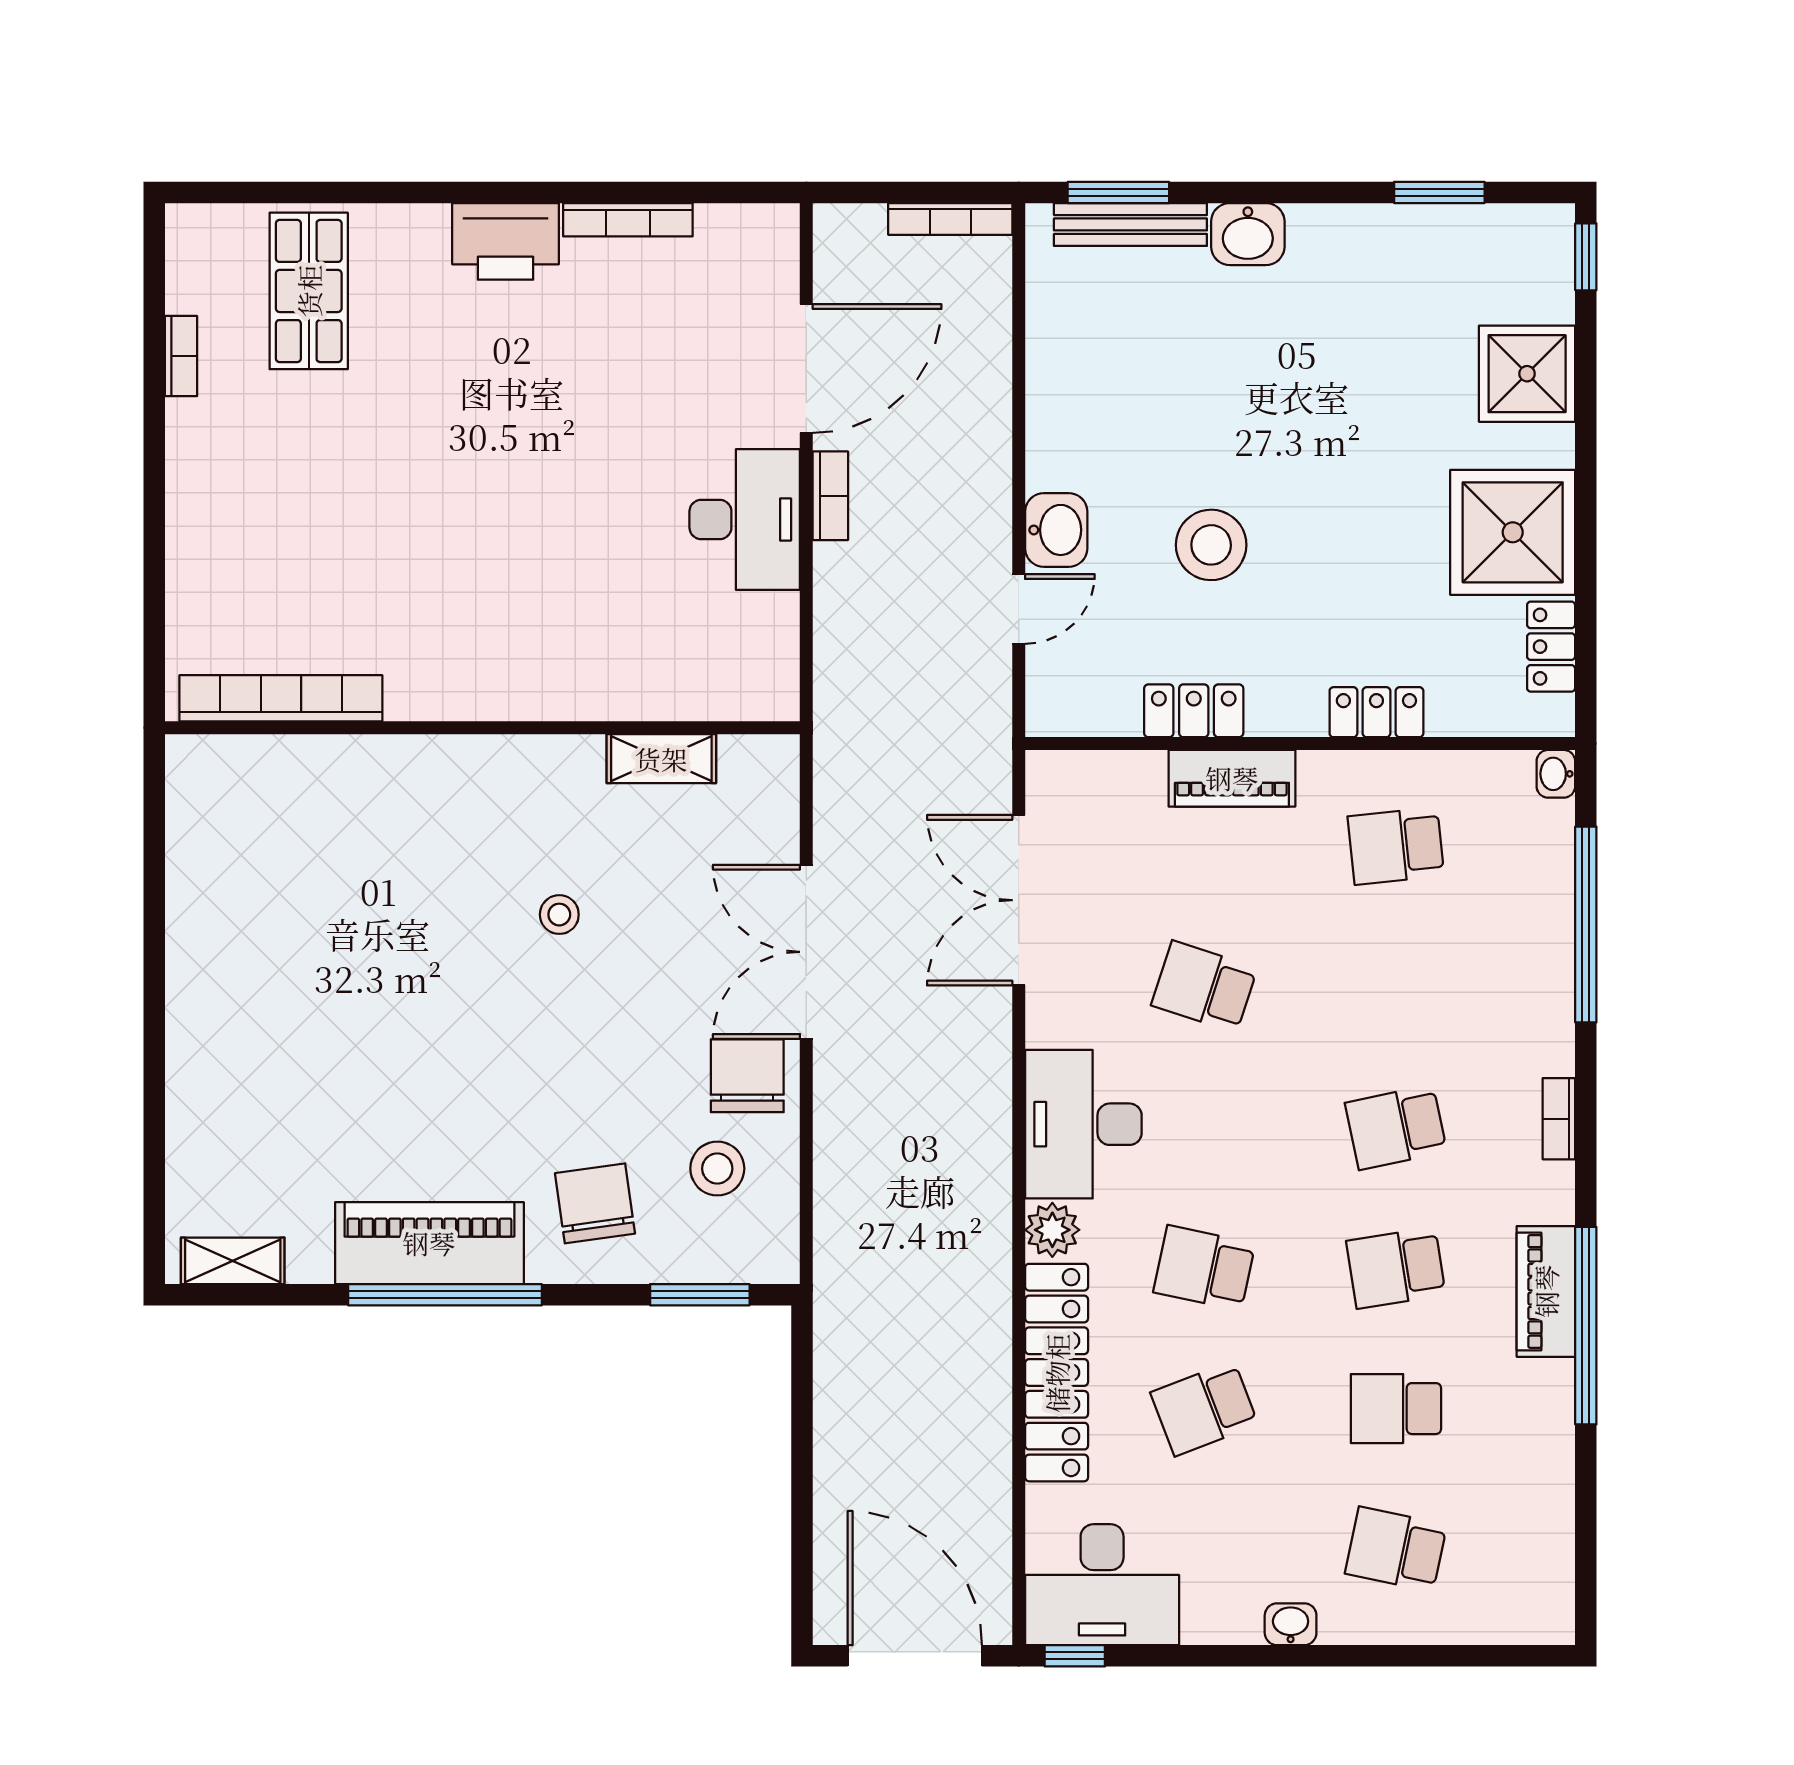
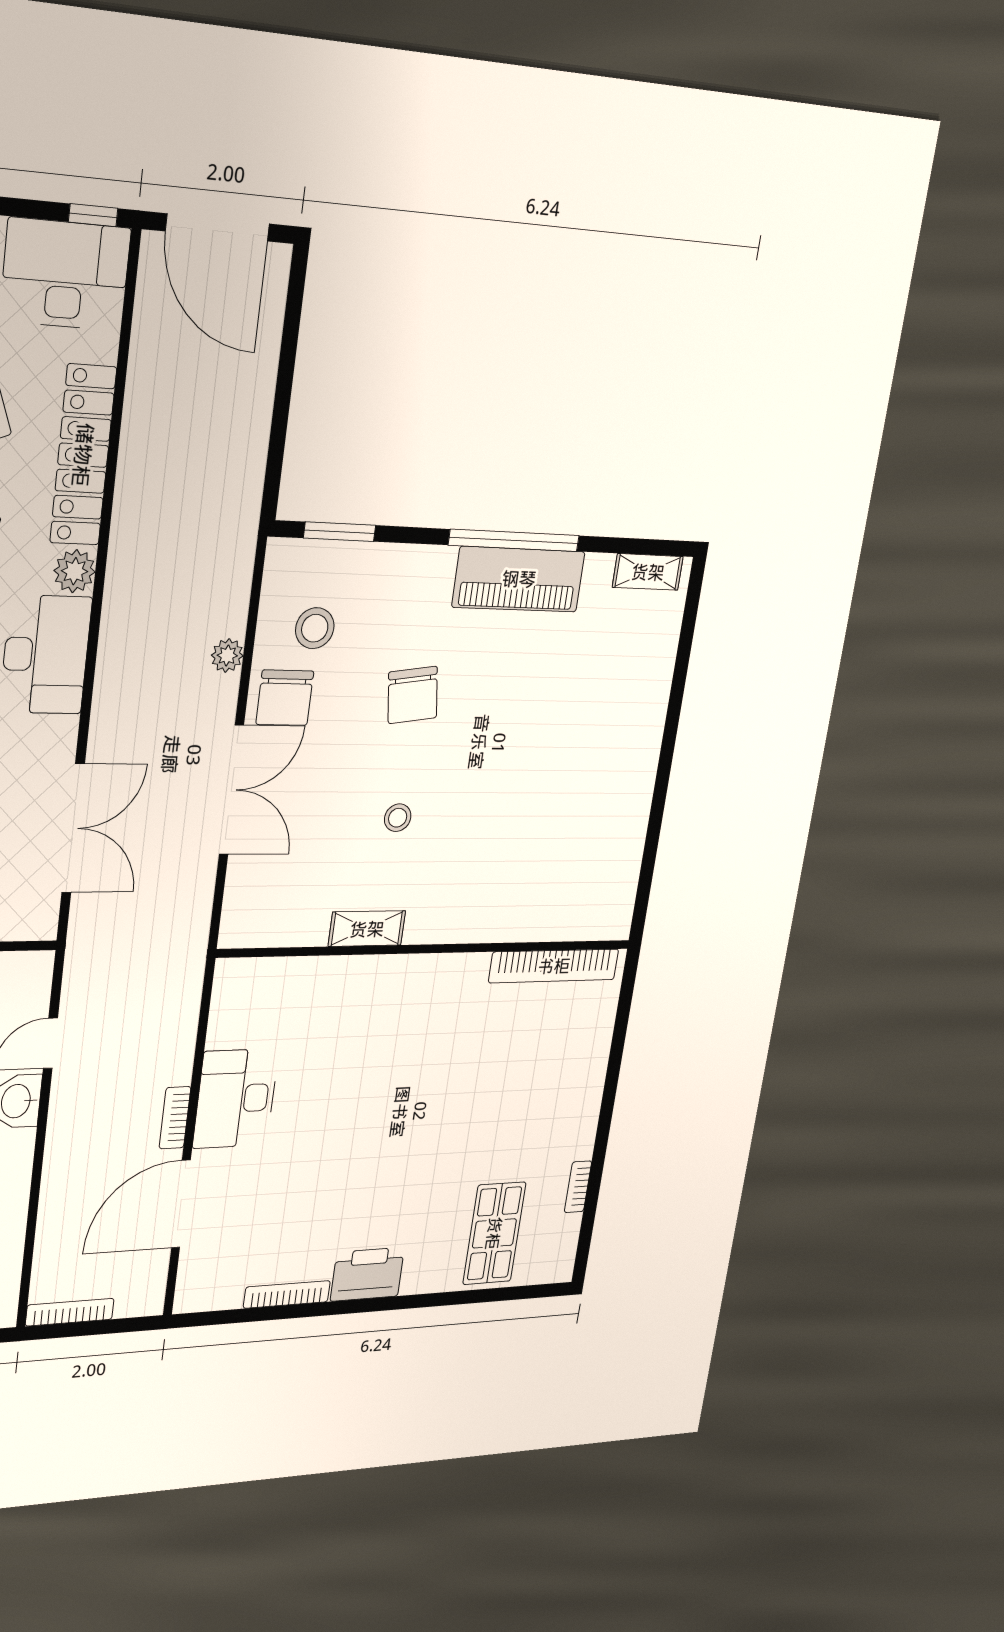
shelving: (661, 759) -> (367, 929), moved
plant: (835, 1129) -> (227, 655), added
chair: (595, 1203) -> (413, 695), moved

